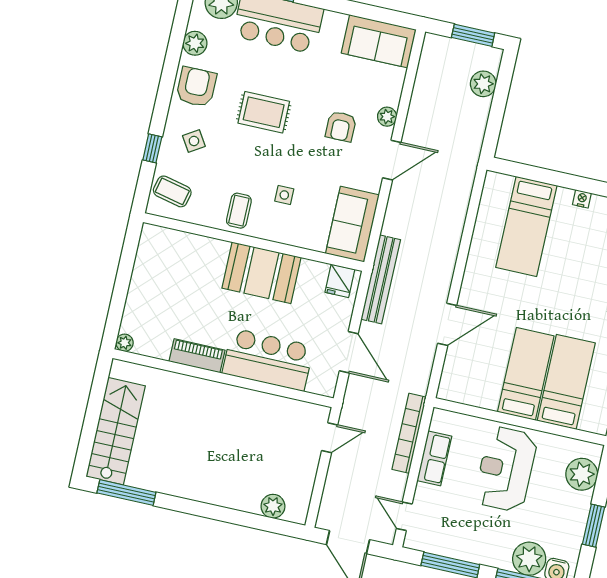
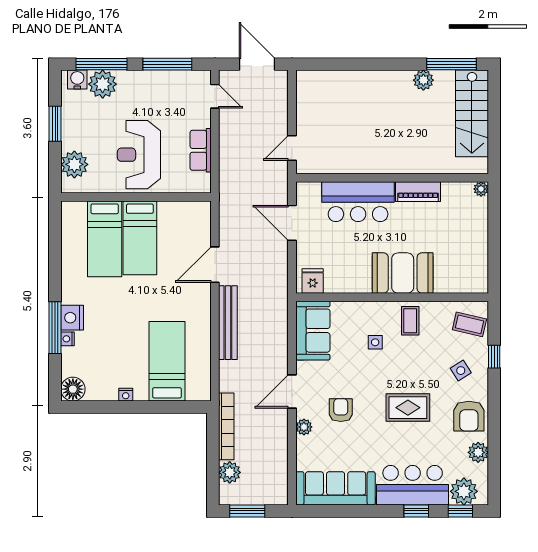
sofa: (379, 41) -> (336, 488), width x1.36
booth: (261, 273) -> (403, 273), moved
bench: (381, 279) -> (228, 323), moved
bookcase: (409, 433) -> (226, 426), moved
reception desk: (506, 469) -> (139, 155), turned 180
plant: (273, 506) -> (423, 80), moved

